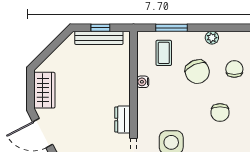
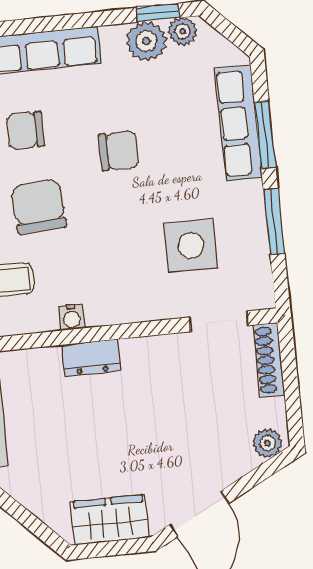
chair: (197, 72) -> (39, 207), turned -69
dresser: (123, 120) -> (91, 358), moved

